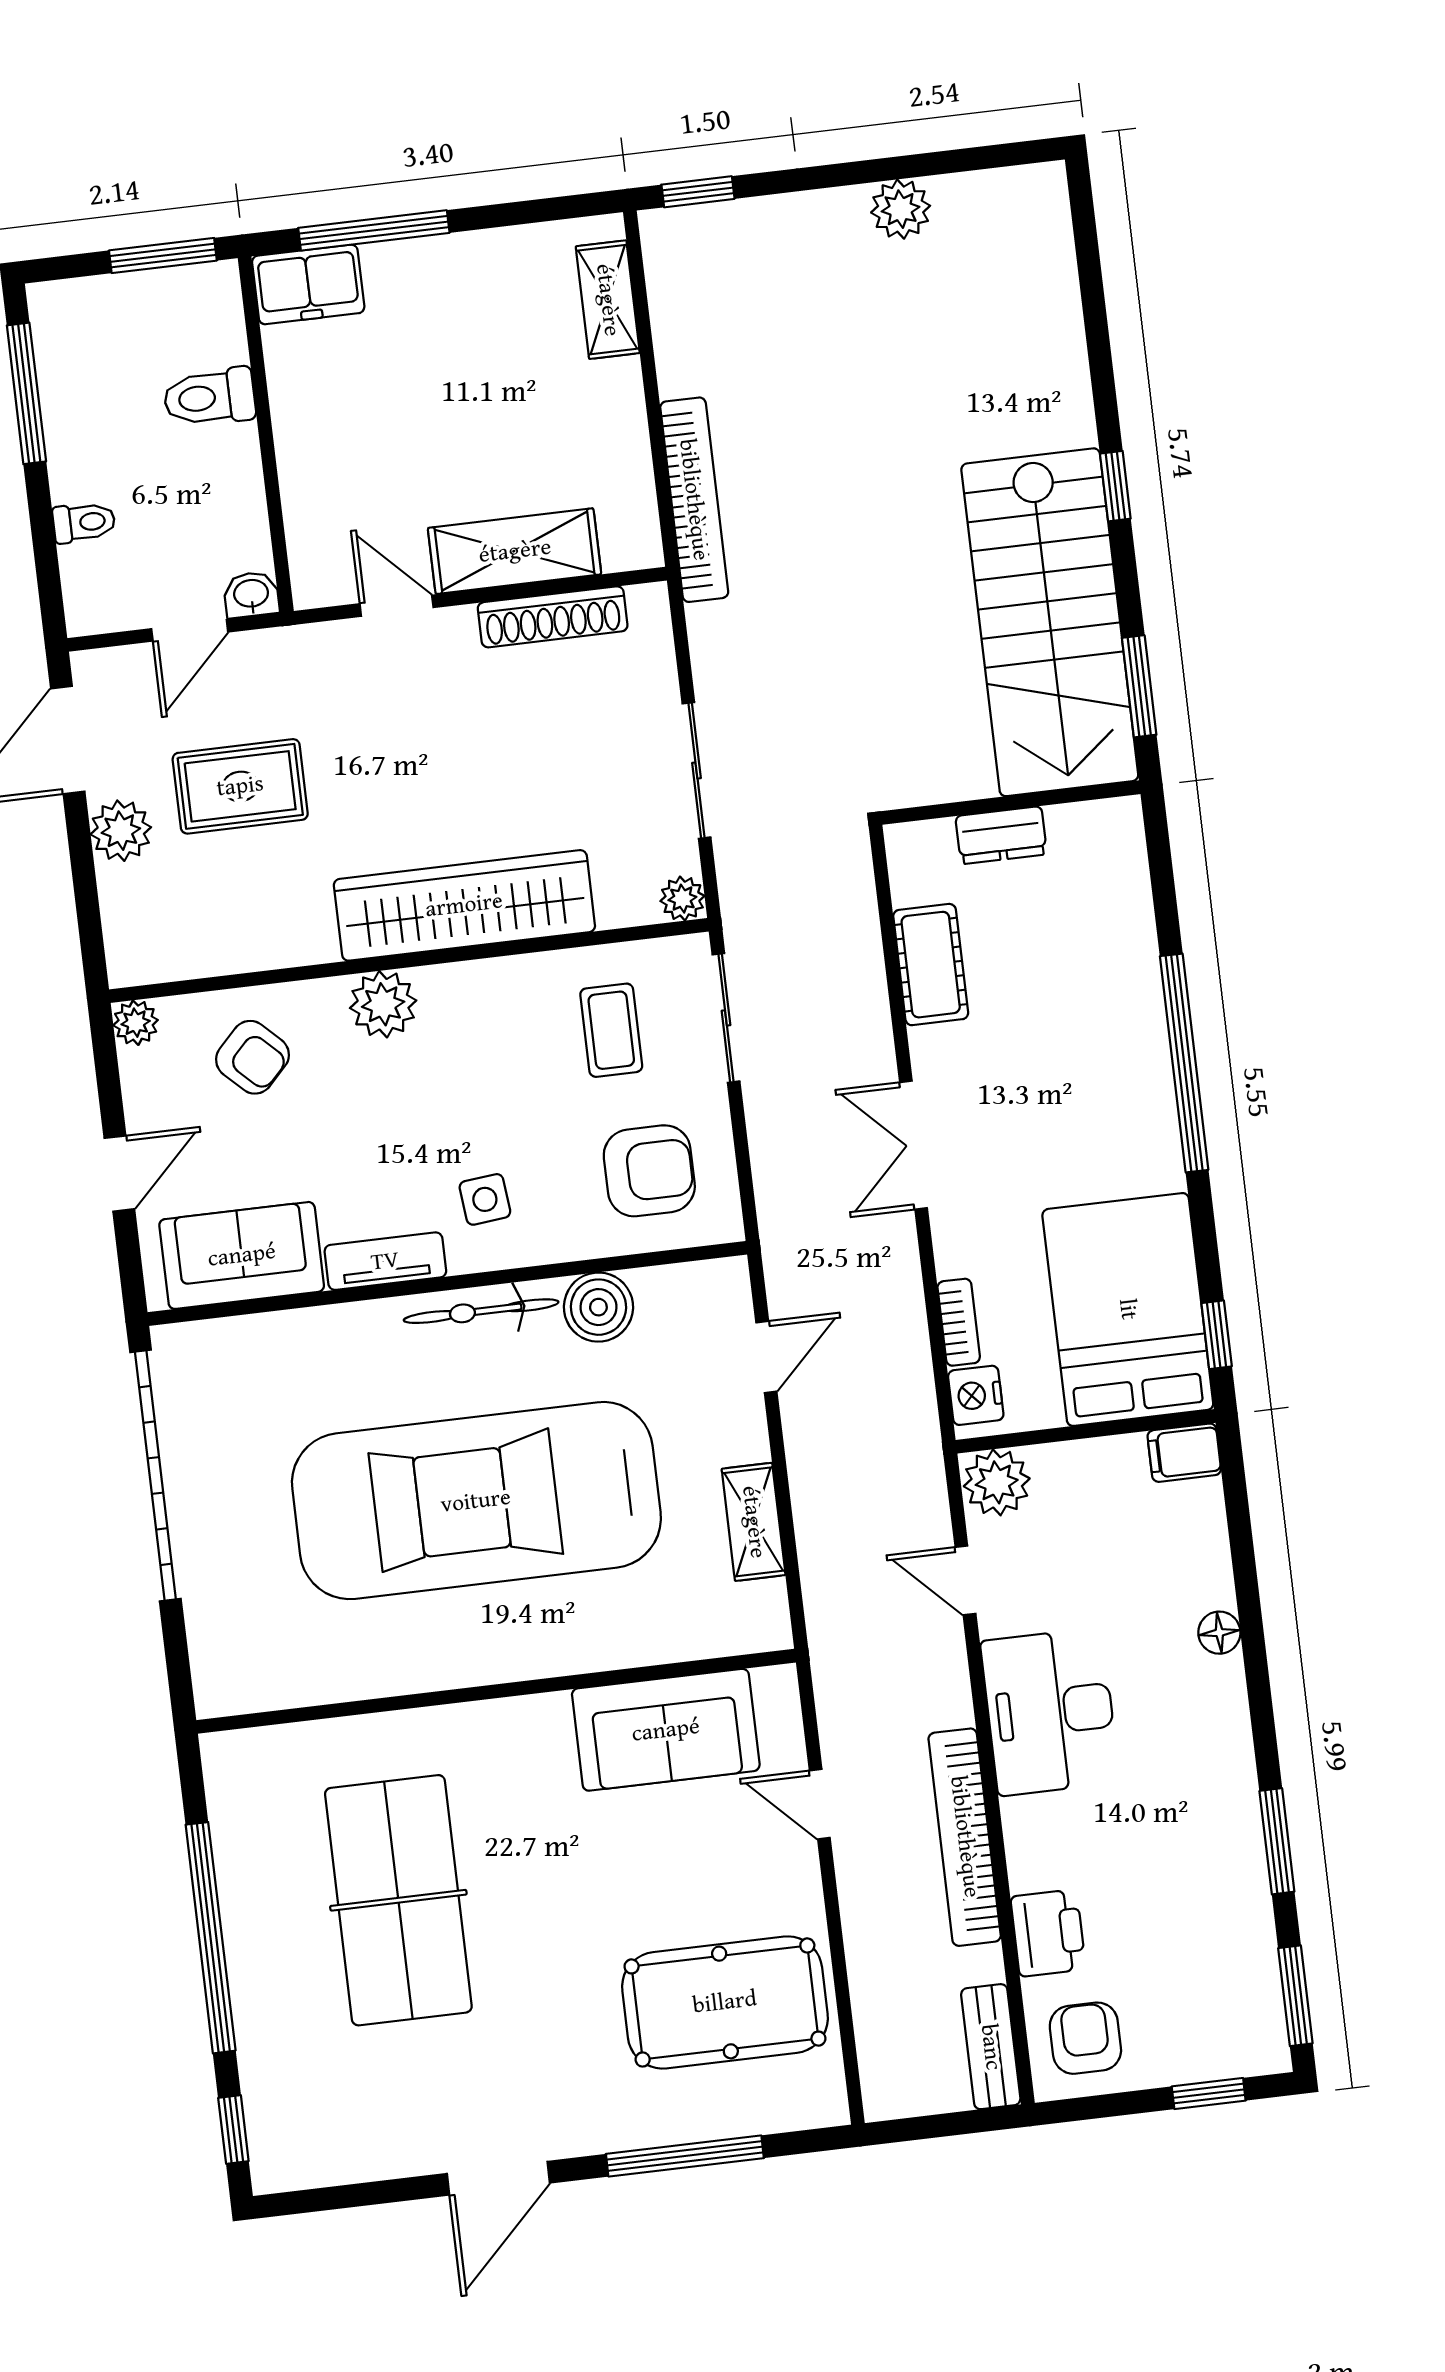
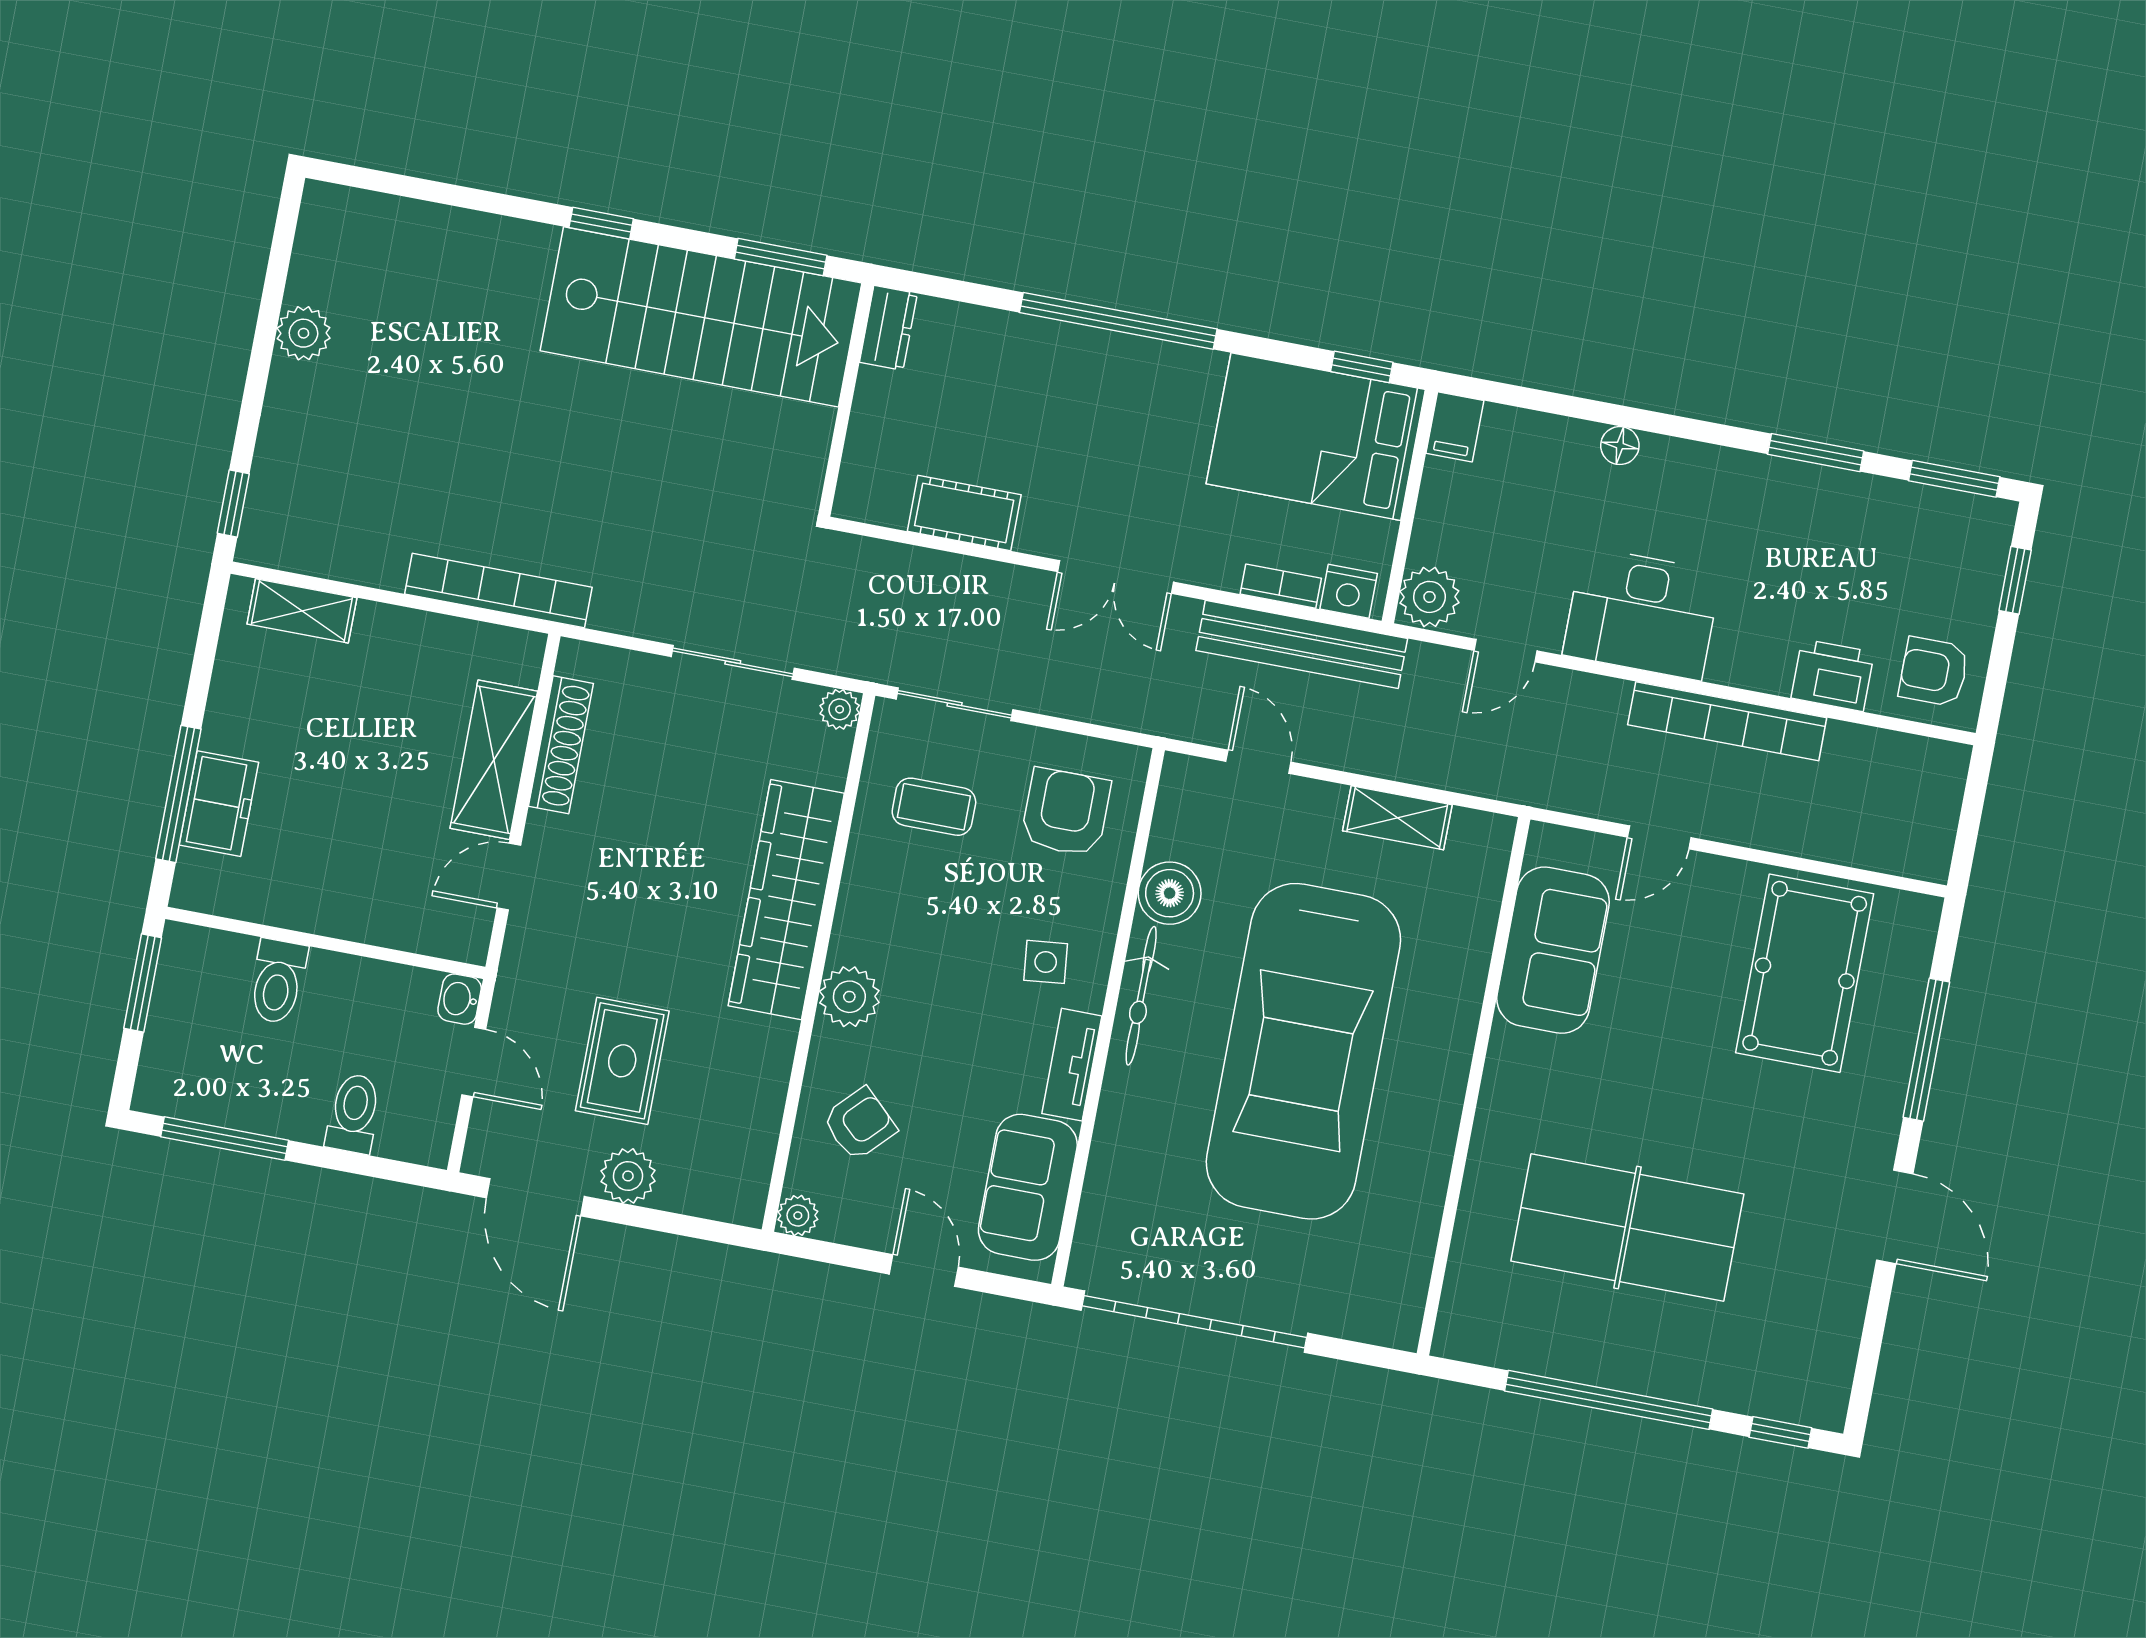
freezer: (308, 284) -> (219, 804), moved
toilet: (84, 522) -> (354, 1113), width x1.37, depth x1.39
dresser: (1001, 835) -> (888, 328), moved
bench: (991, 2047) -> (1302, 644), moved, width x1.86, depth x1.21

